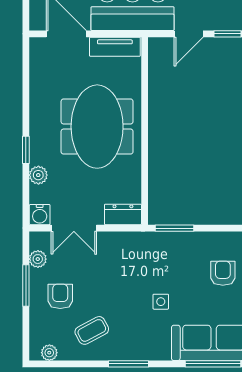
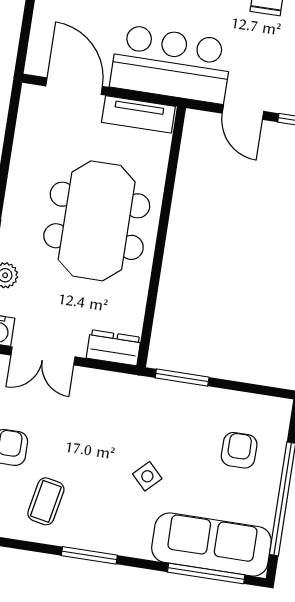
door: (189, 34) -> (243, 112), hinge flipped
side table: (161, 302) -> (147, 476), turned 45
coffee table: (92, 330) -> (46, 501), turned -51

